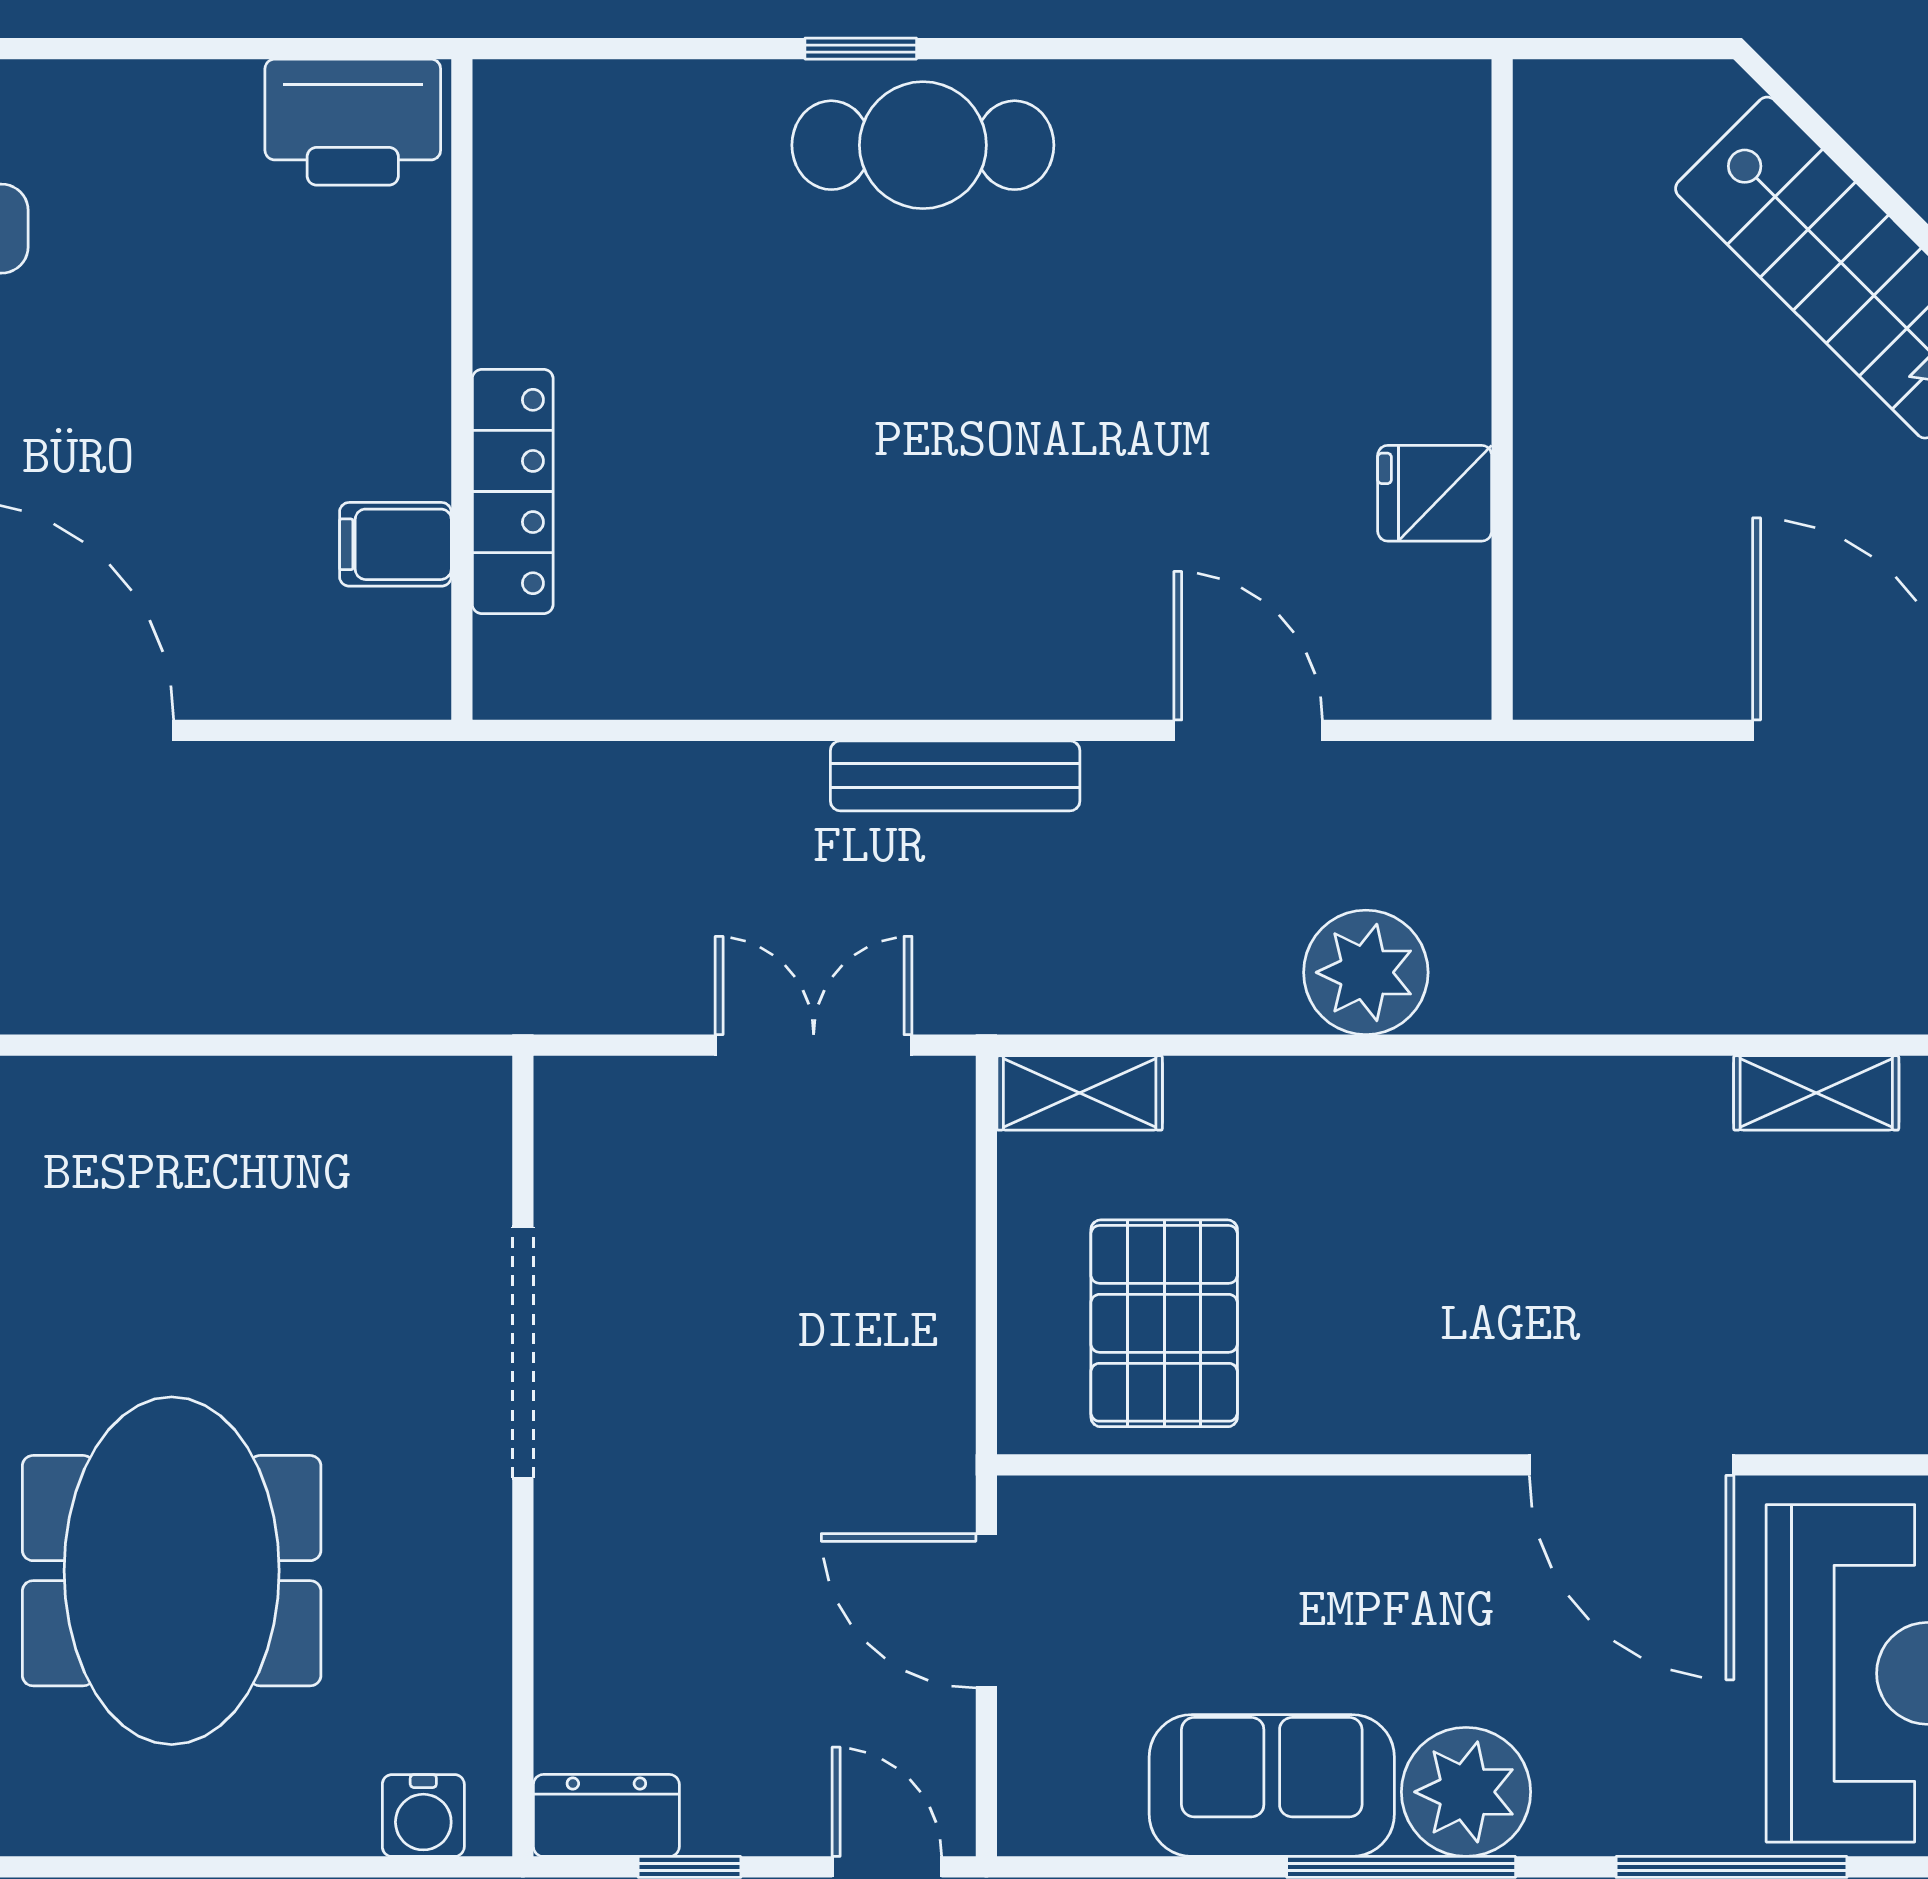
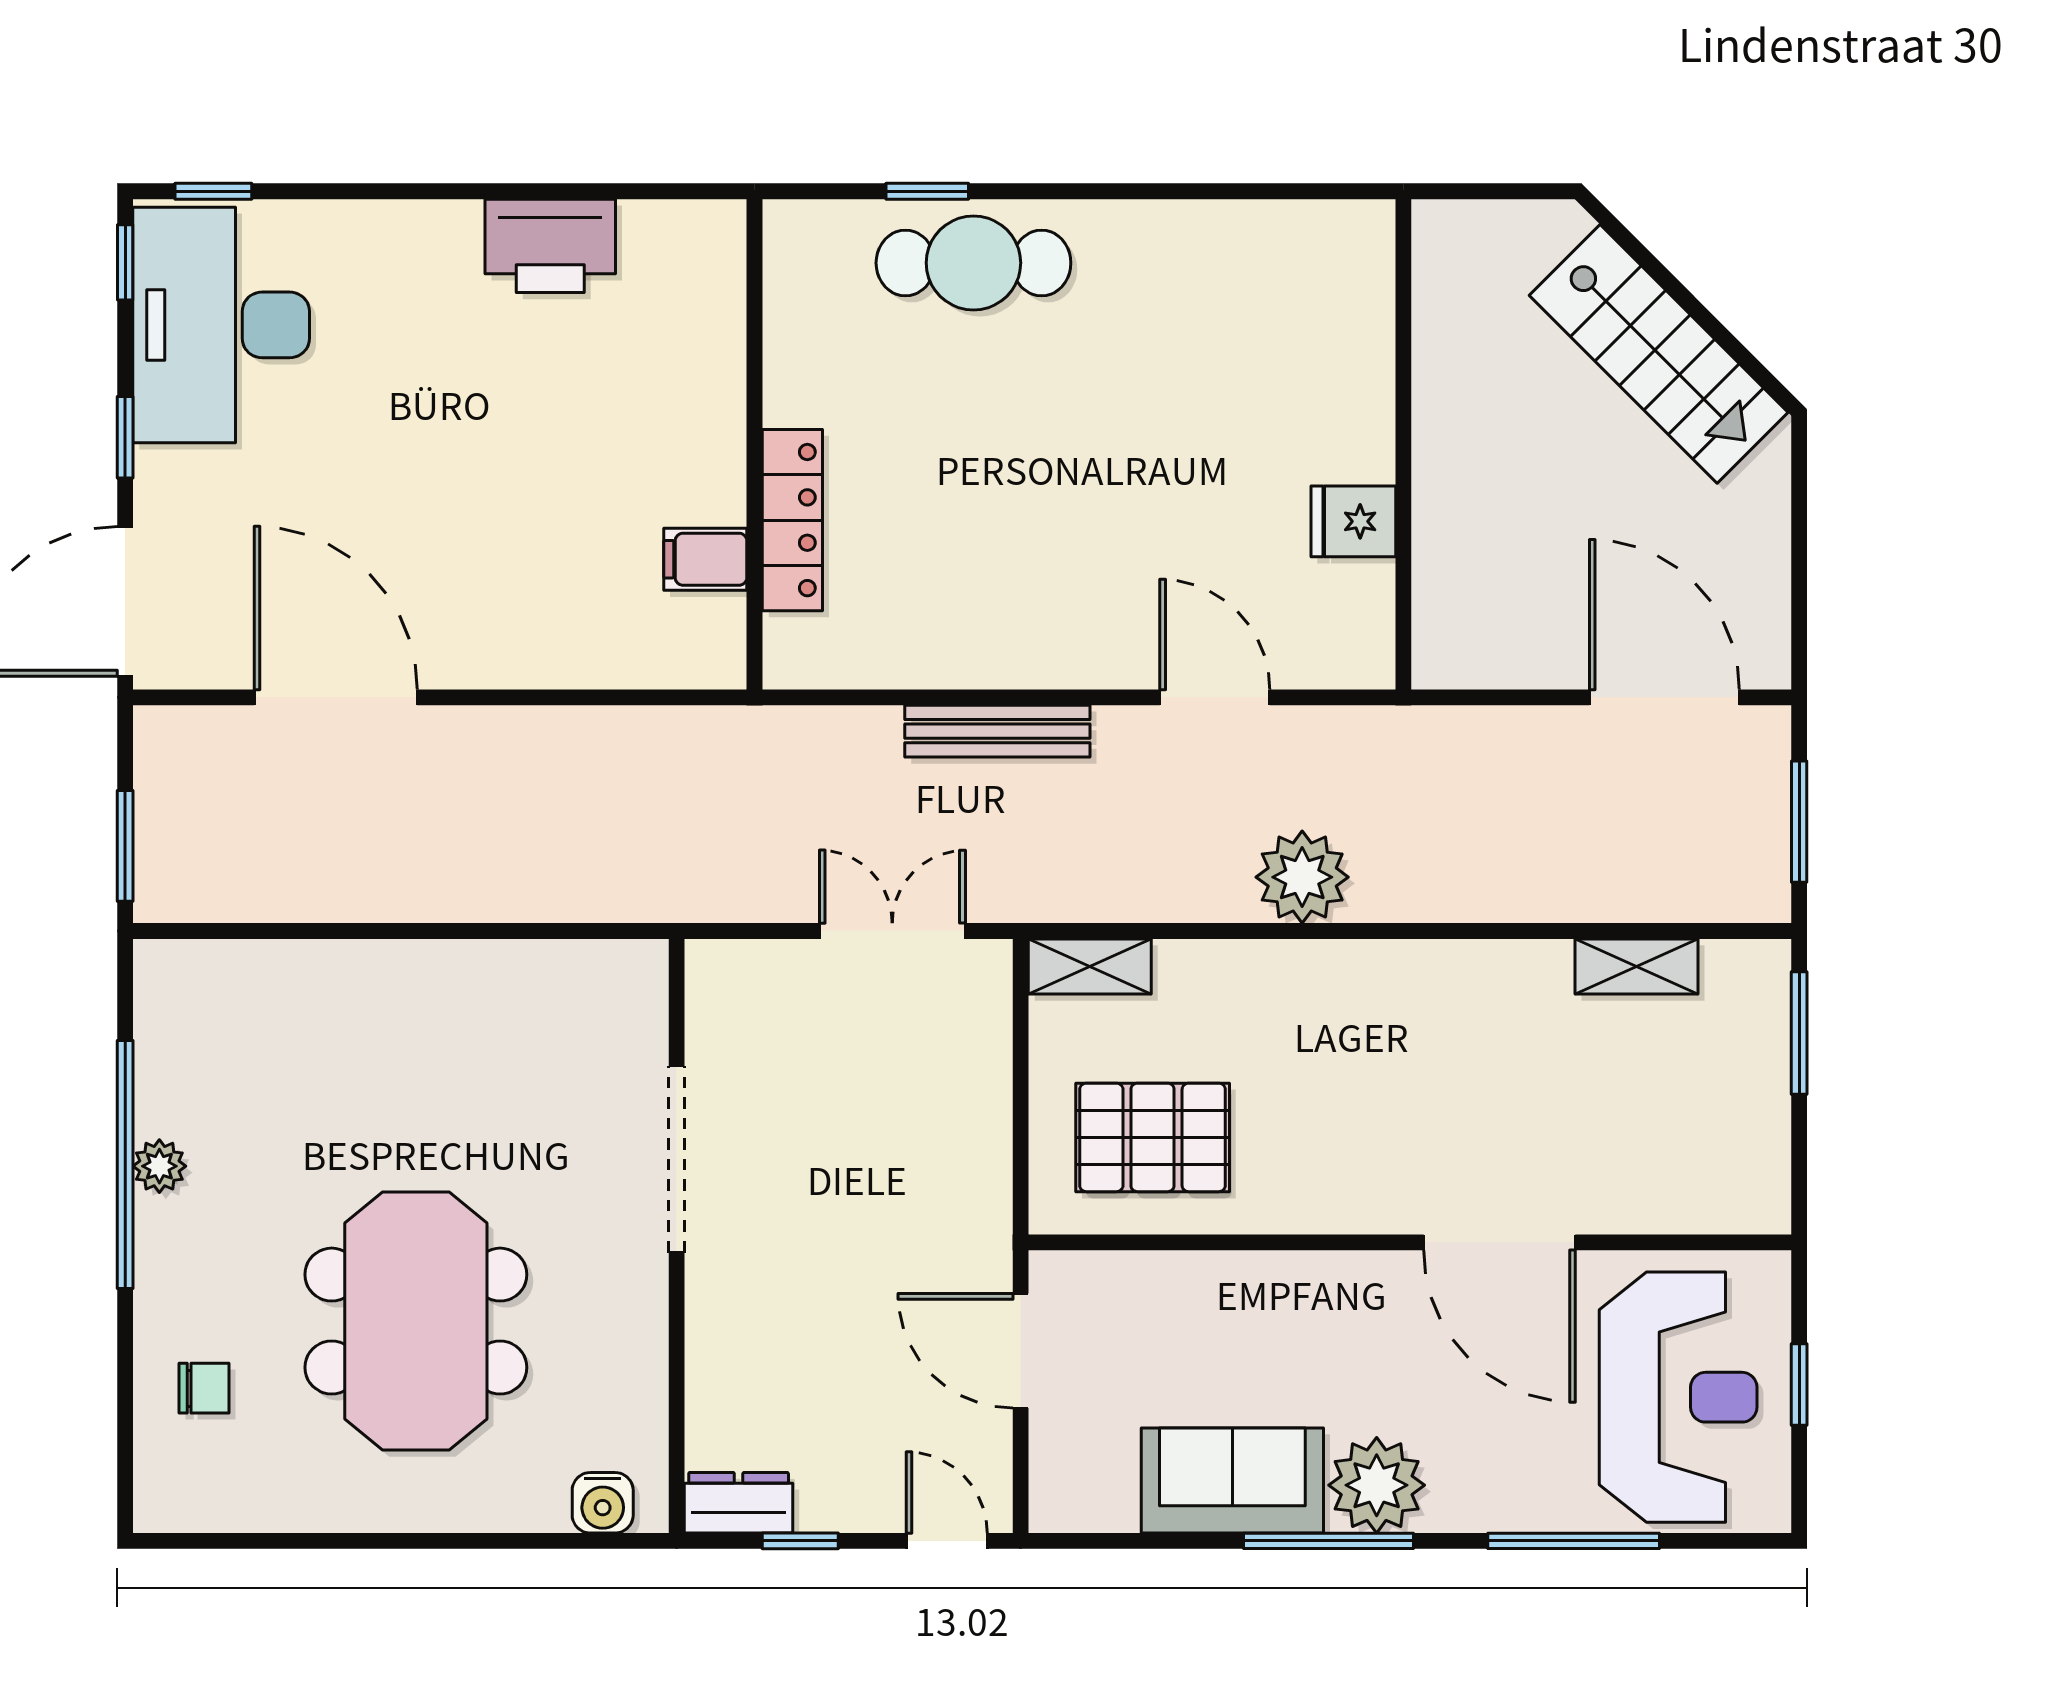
wall: (462, 389) -> (755, 444), moved
locker: (513, 492) -> (792, 520), moved
filing cabinet: (395, 544) -> (705, 559), moved
pallet: (1164, 1323) -> (1153, 1137), turned 90

